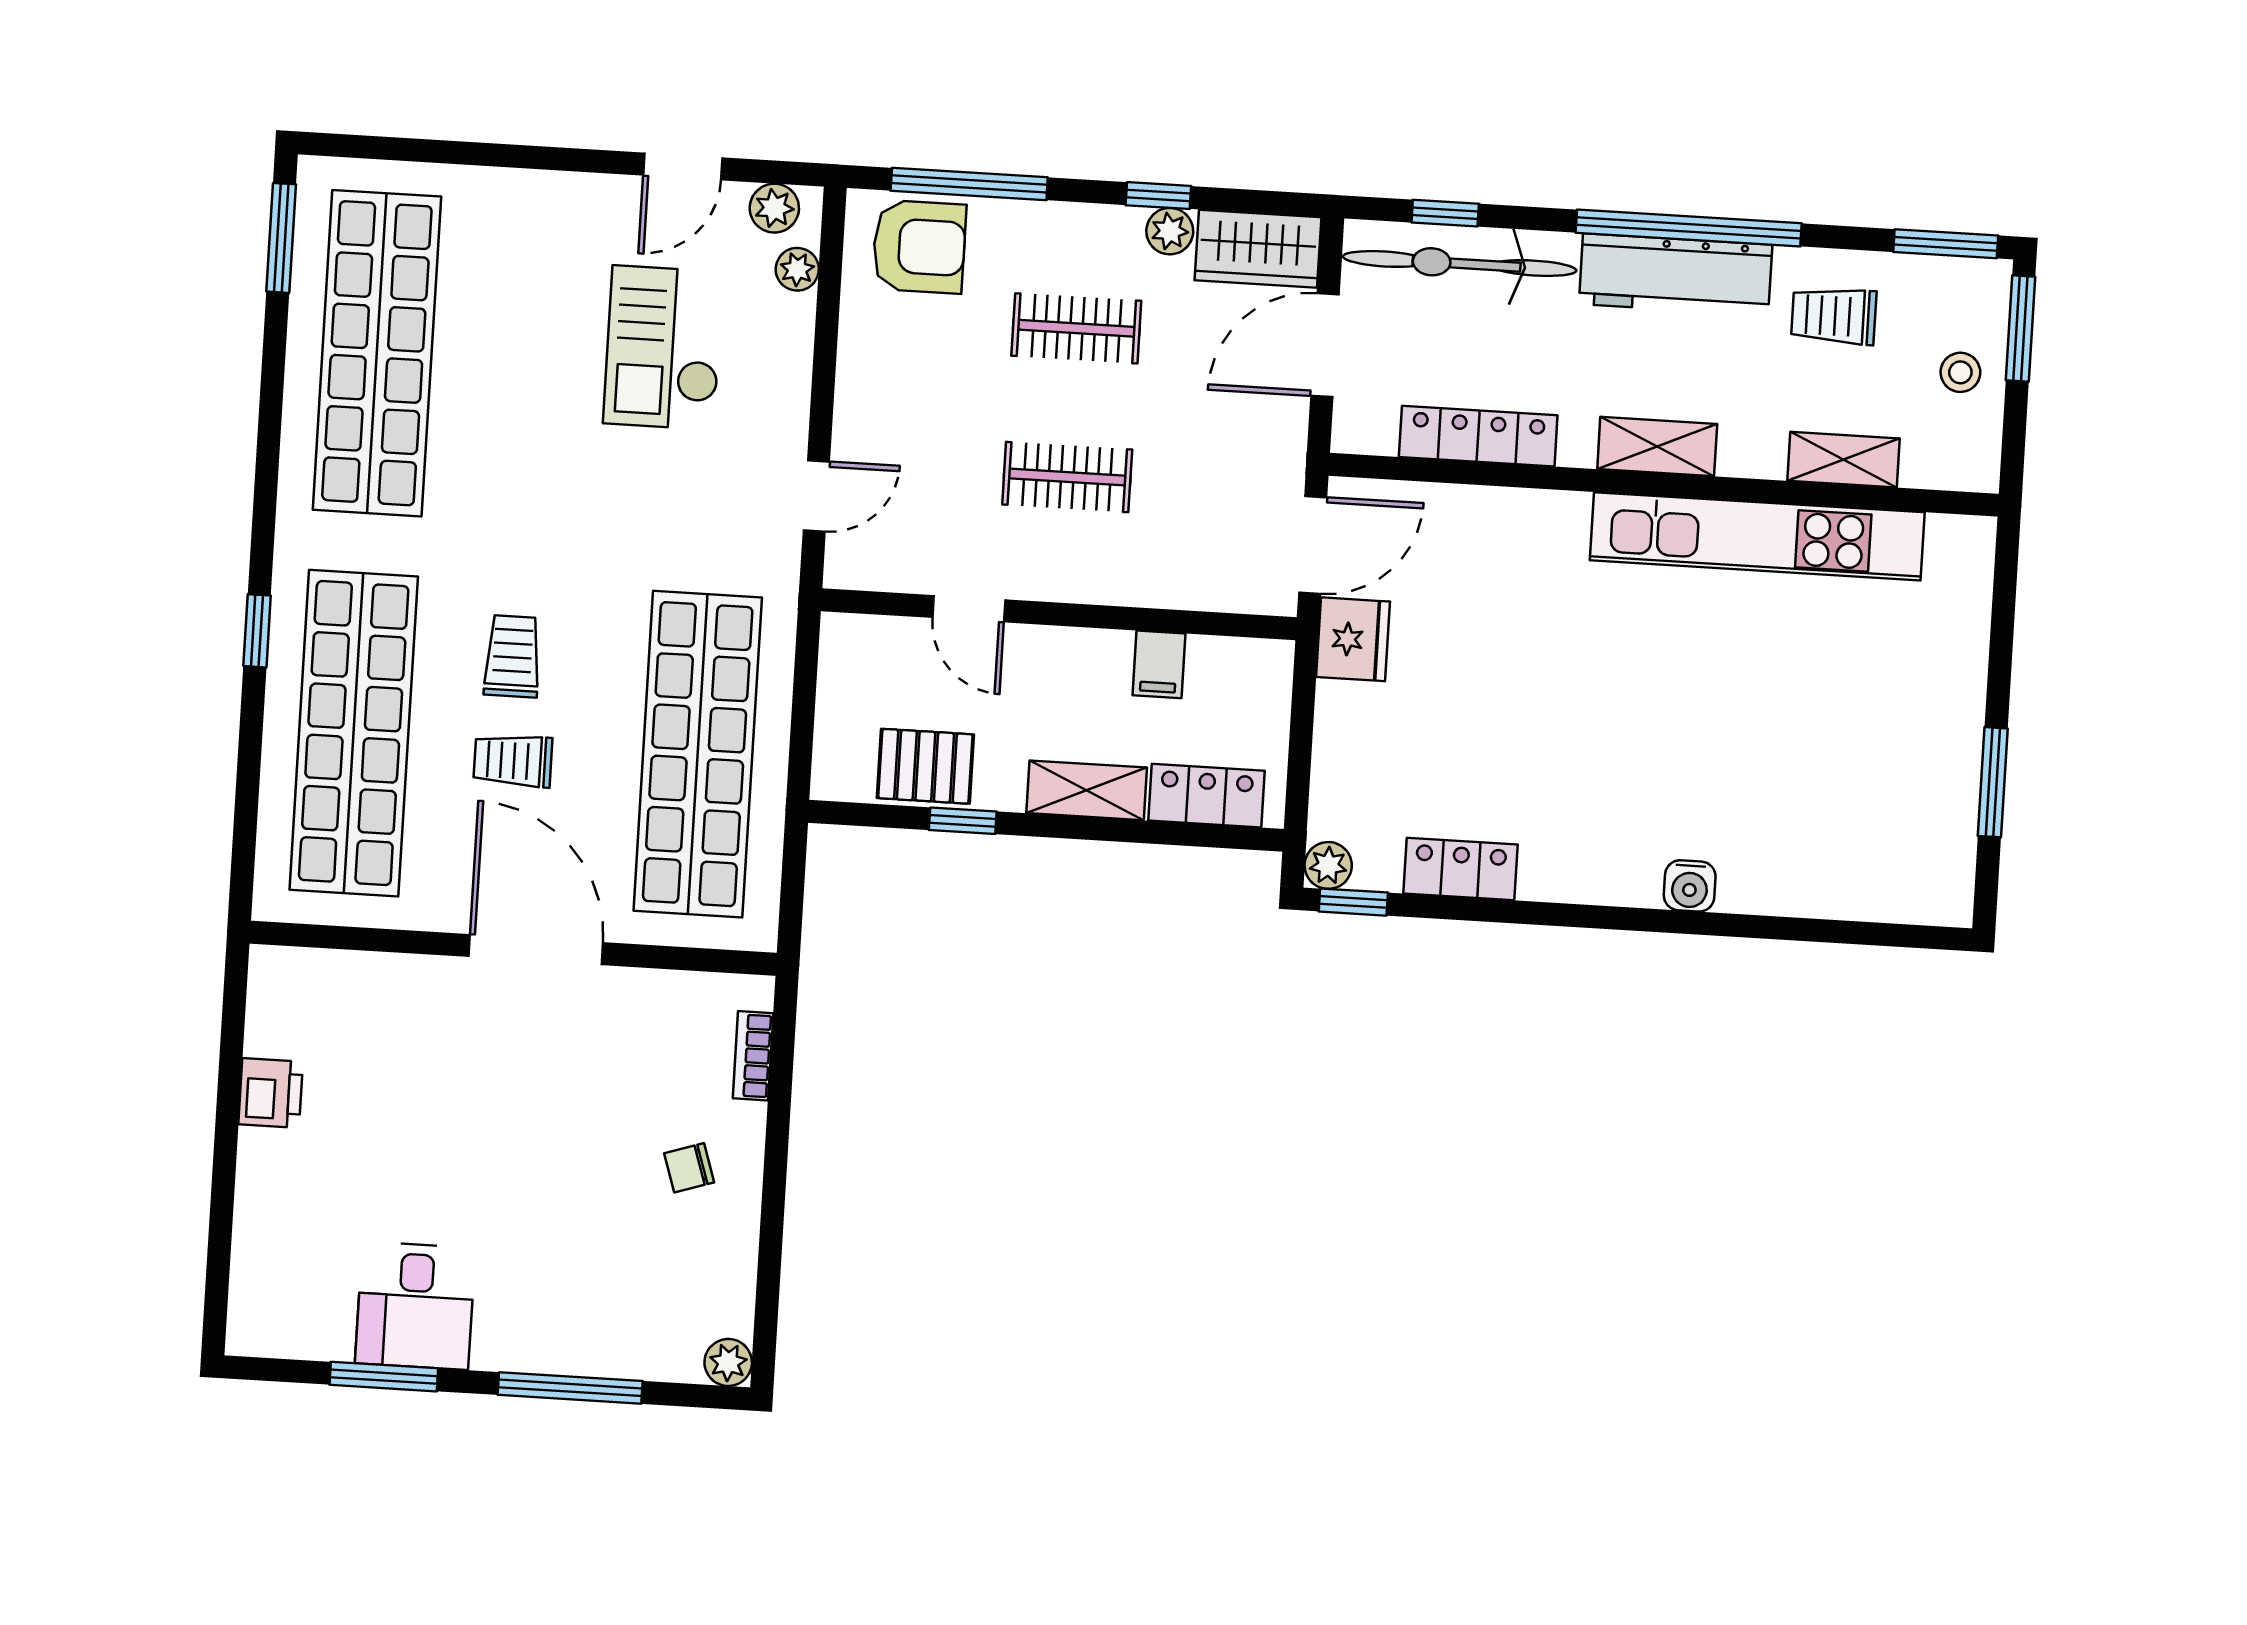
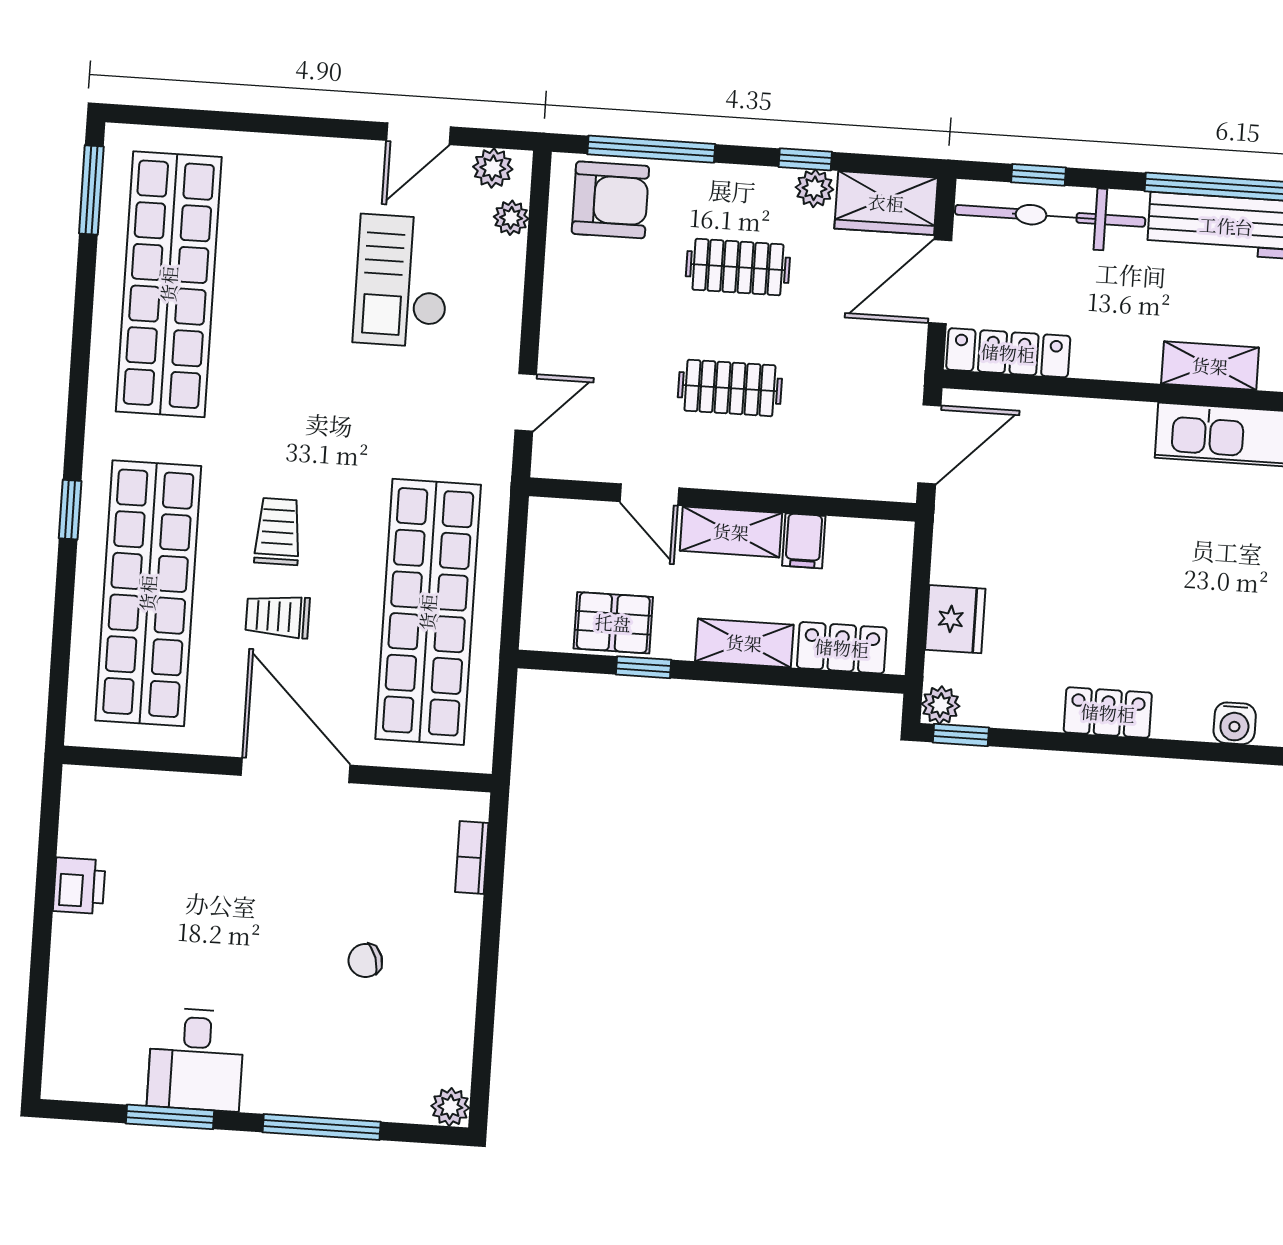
locker: (1478, 436) -> (1008, 353), moved
fridge: (1353, 639) -> (955, 619), moved
shelving: (1069, 654) -> (731, 532), added
locker: (1461, 869) -> (1108, 713), moved
chair: (689, 1168) -> (365, 960), moved

